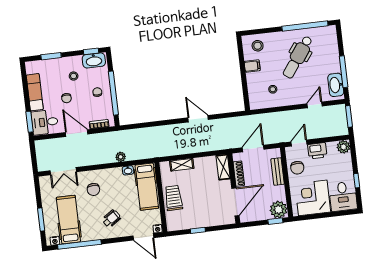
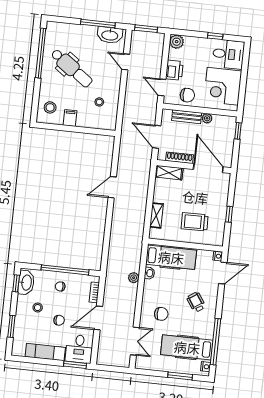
trolley: (174, 198) -> (195, 222), moved
plant: (279, 210) -> (207, 118), moved, width x0.53, depth x0.53

